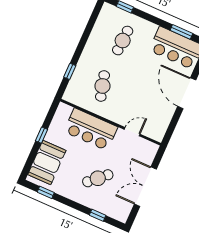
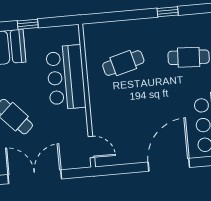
window: (70, 71) -> (168, 12), moved
door: (132, 132) -> (91, 147), moved

